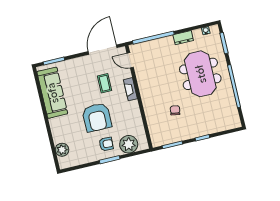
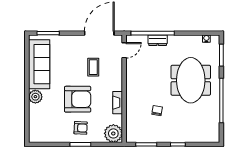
dresser: (183, 38) -> (158, 40), moved
door: (130, 60) -> (124, 50), swing flipped
fireplace: (130, 89) -> (118, 103), moved
armchair: (97, 117) -> (78, 99), turned -90
plant: (129, 144) -> (113, 133), moved
plant: (62, 150) -> (35, 97), moved

